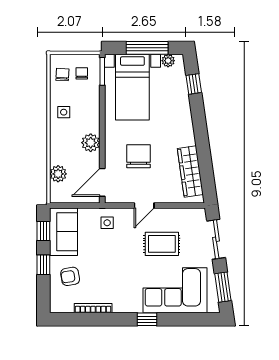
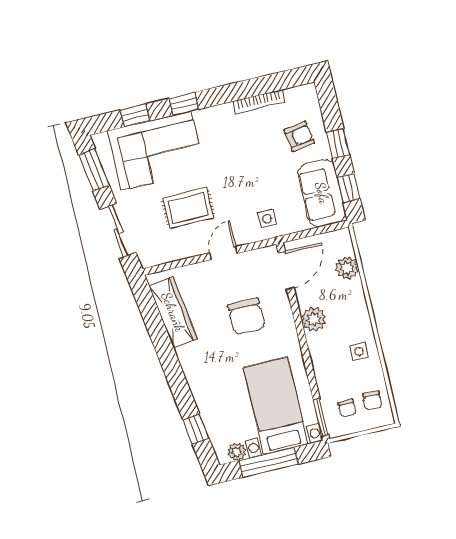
window: (184, 319) -> (135, 115), added

